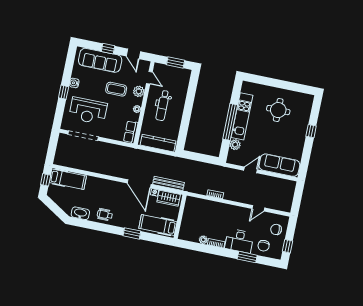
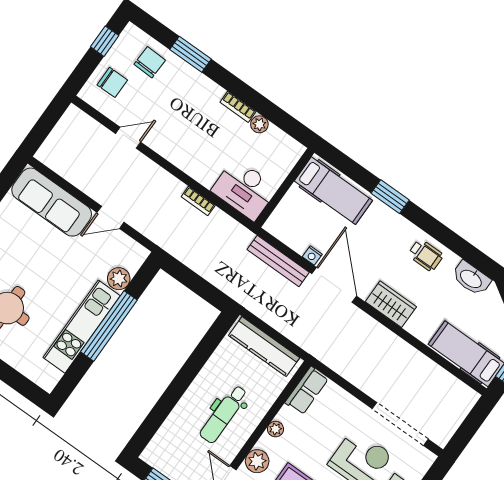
dental chair: (163, 105) -> (224, 414), turned 180
wardrobe: (169, 198) -> (391, 304), moved
desk: (239, 241) -> (244, 189), moved, turned 180

